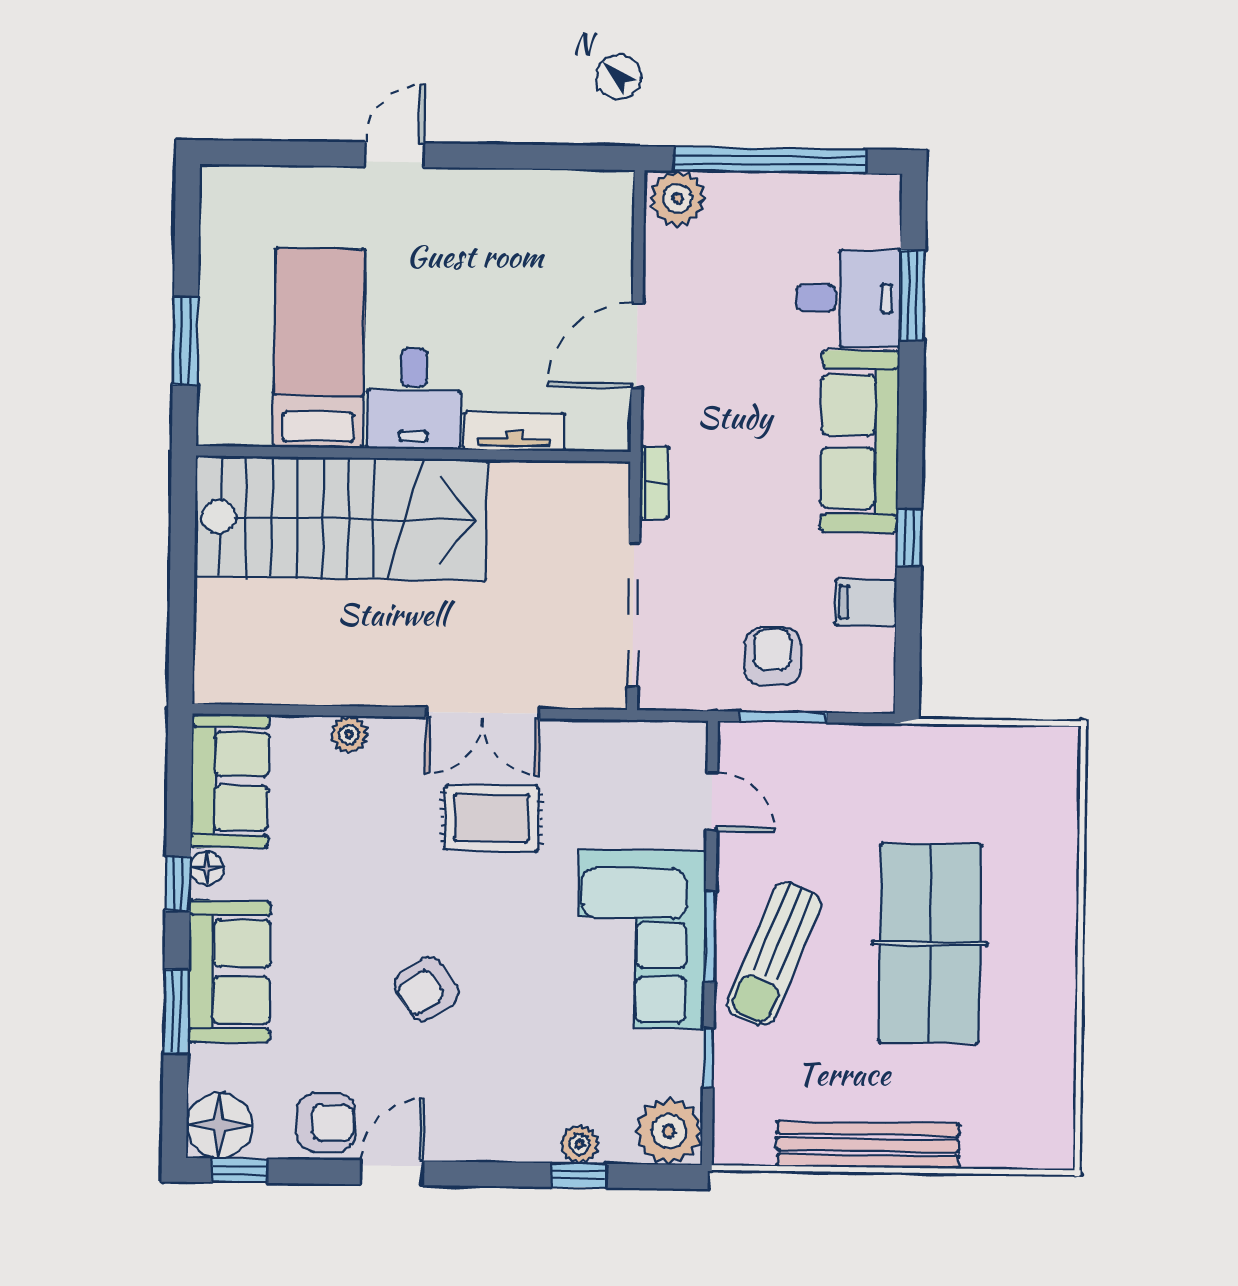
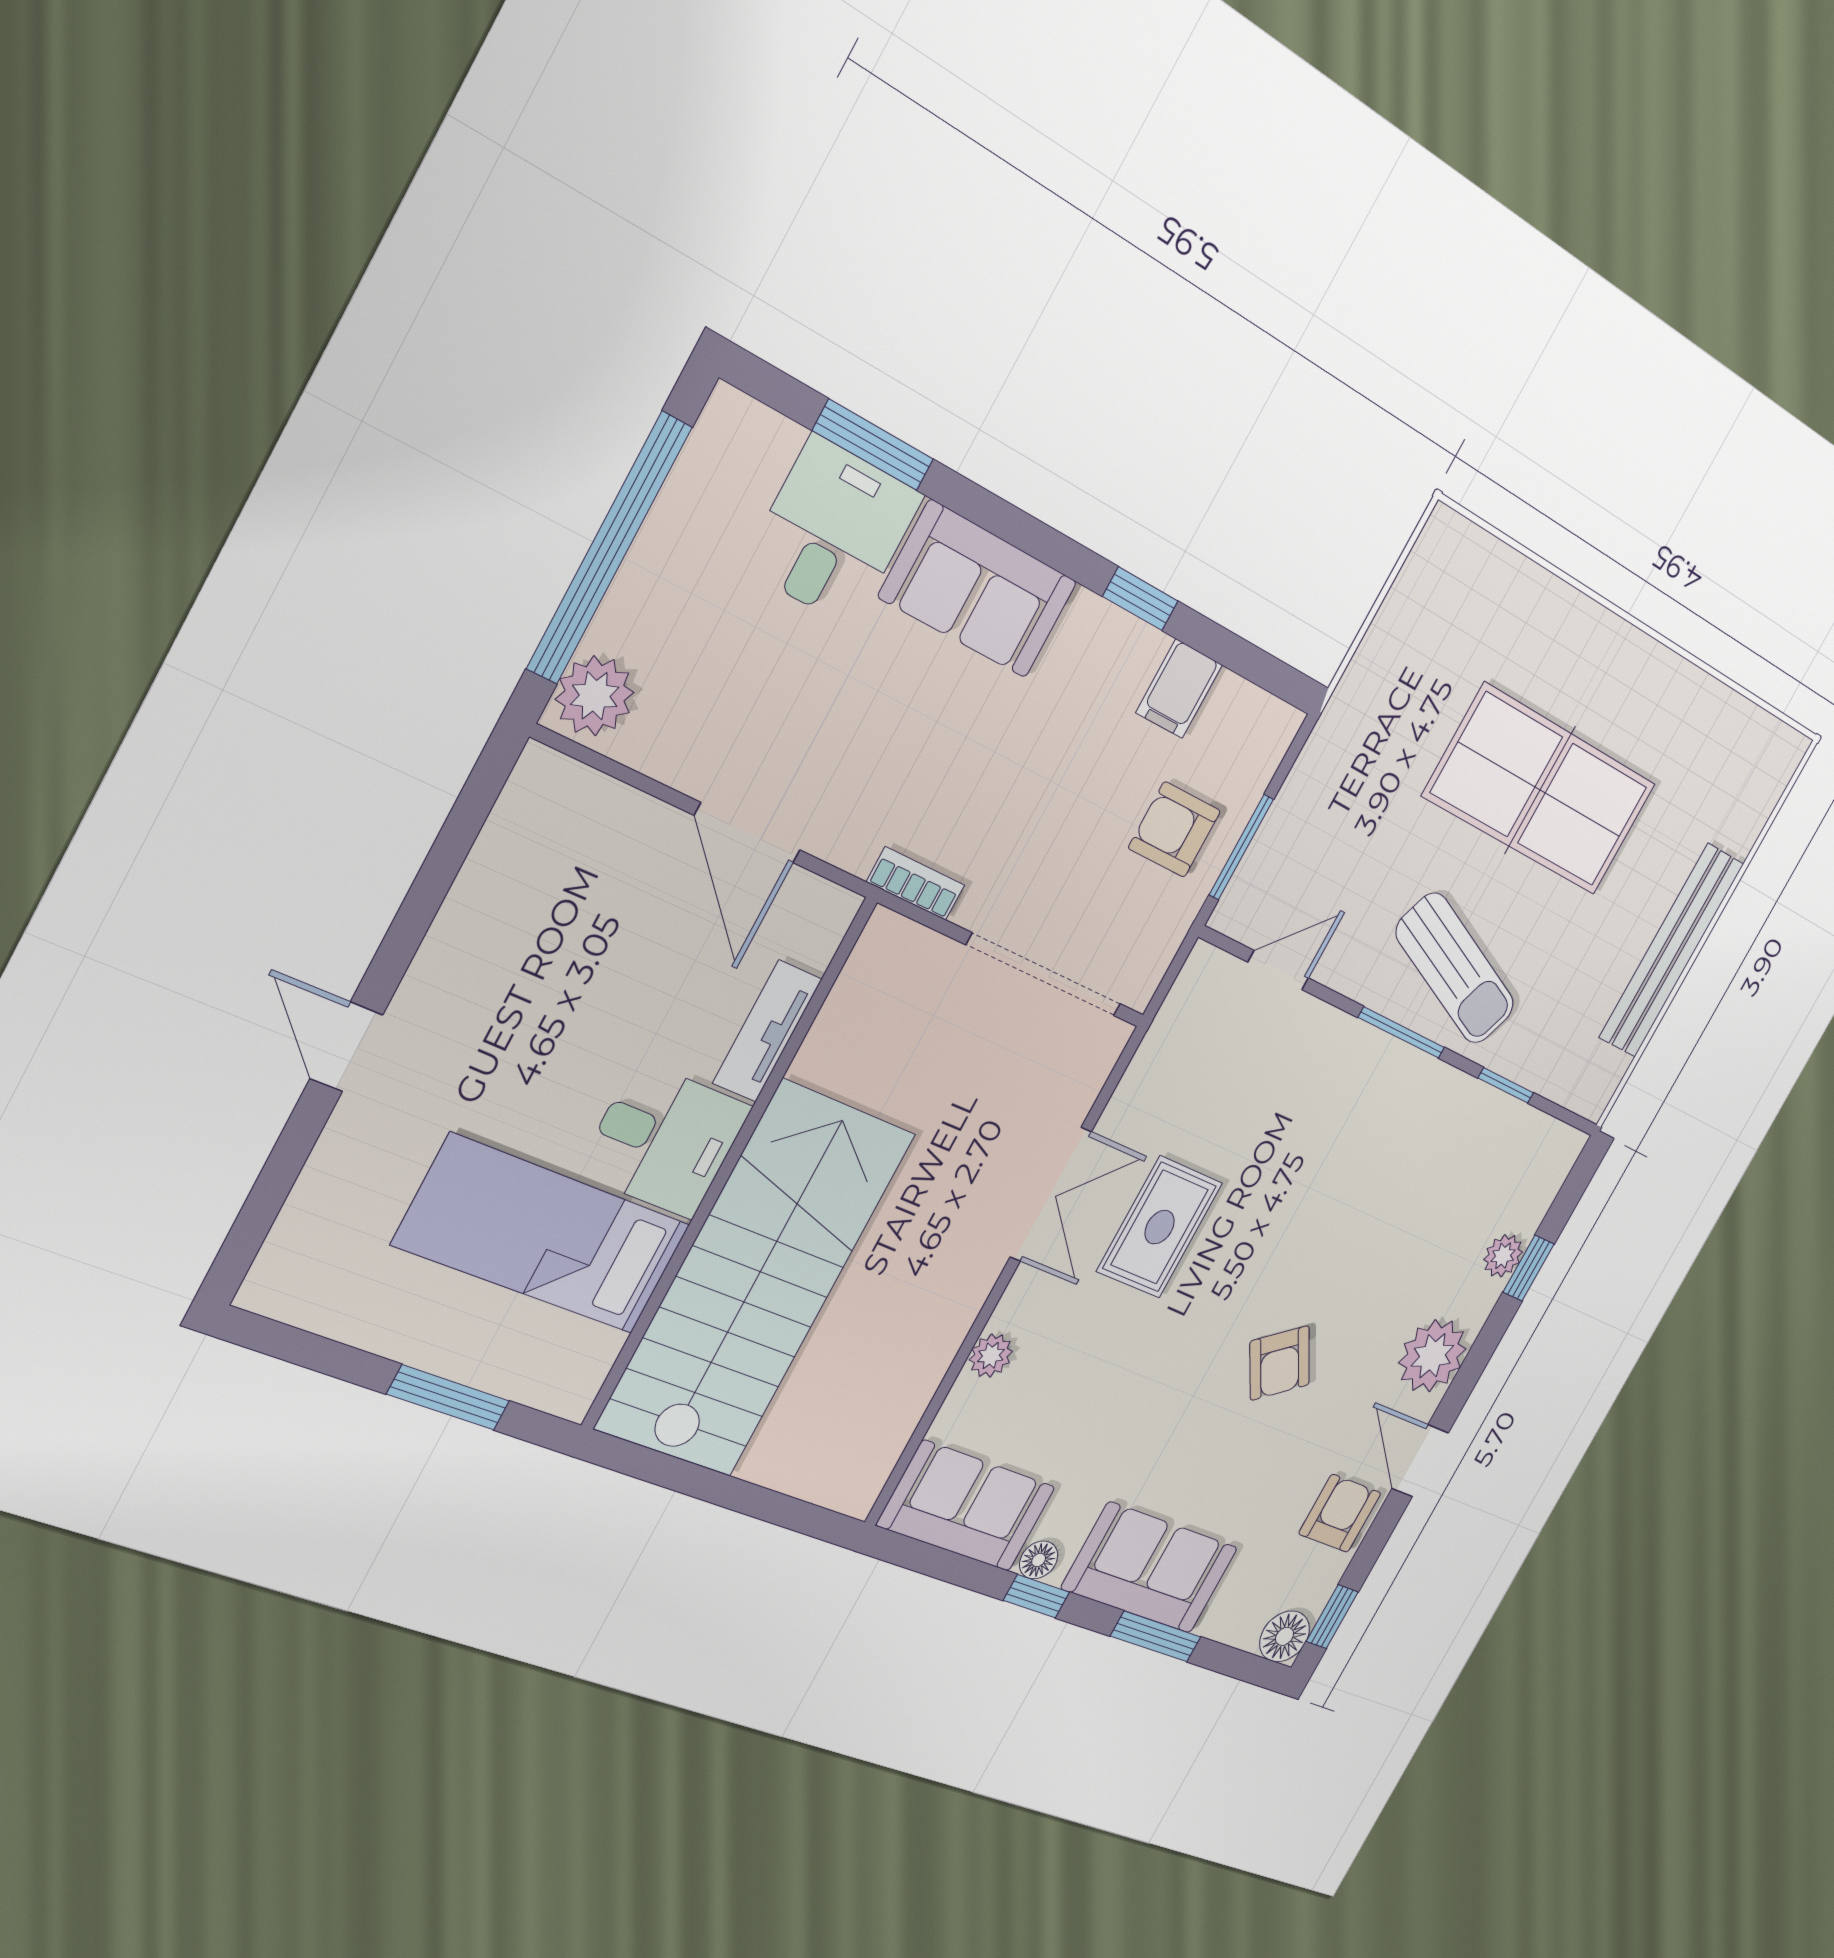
sofa: (860, 442) -> (978, 589), width x0.73
corner sofa: (642, 939) -> (1363, 1109), removed
floor lamp: (219, 1126) -> (1285, 1636), width x0.73, depth x0.73
plant: (669, 1131) -> (1432, 1356), moved

